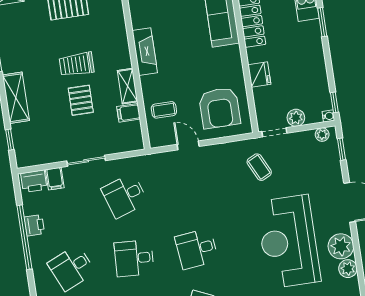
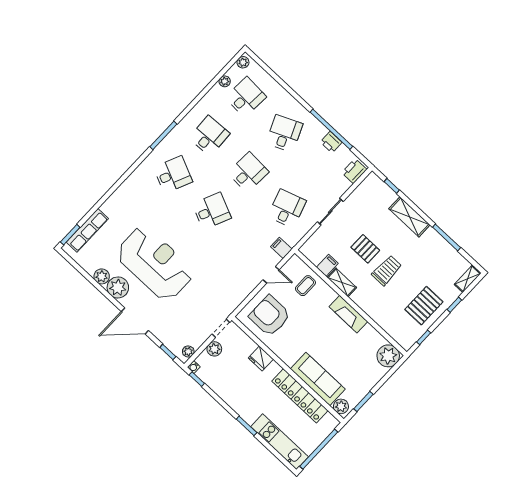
coffee table: (259, 167) -> (213, 297), removed
filing cabinet: (55, 179) -> (281, 248), moved
desk: (197, 249) -> (212, 211), turned 30

